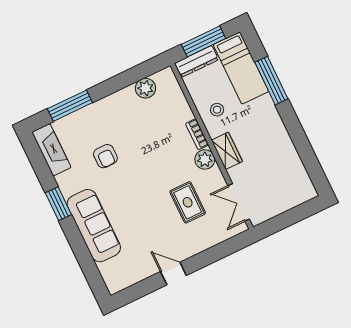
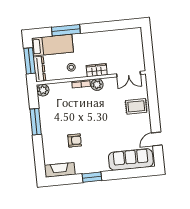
plant: (145, 88) -> (43, 90), moved
window: (70, 106) -> (36, 122), moved
rug: (188, 202) -> (136, 106), moved
sofa: (94, 226) -> (131, 160), moved
door: (173, 274) -> (157, 139), moved

